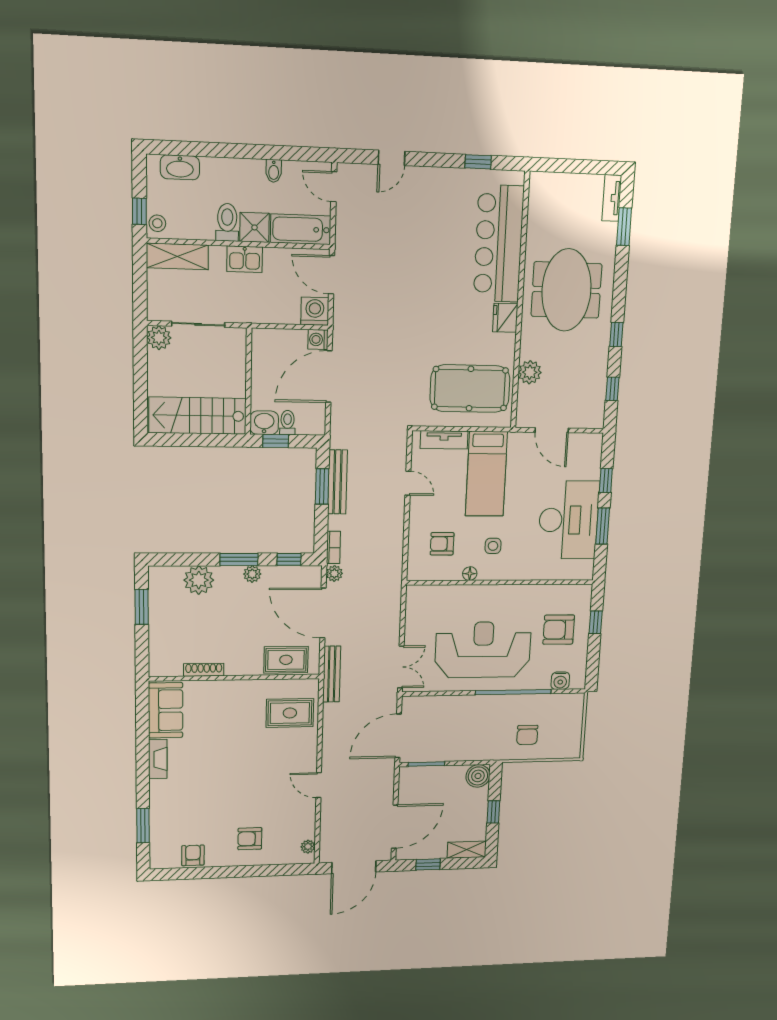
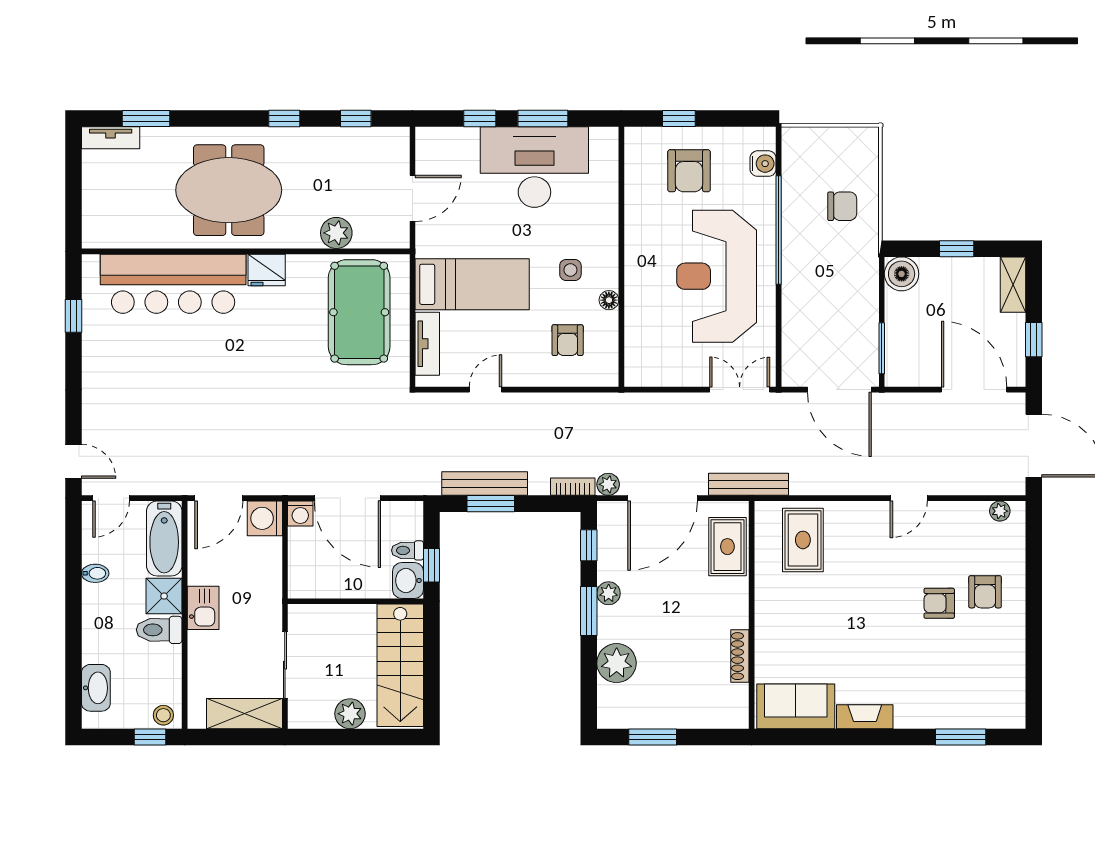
door: (392, 158) -> (73, 461), moved
shelving: (177, 256) -> (244, 714), moved, turned 90
plant: (159, 338) -> (350, 714), moved
armchair: (193, 855) -> (939, 603), moved

